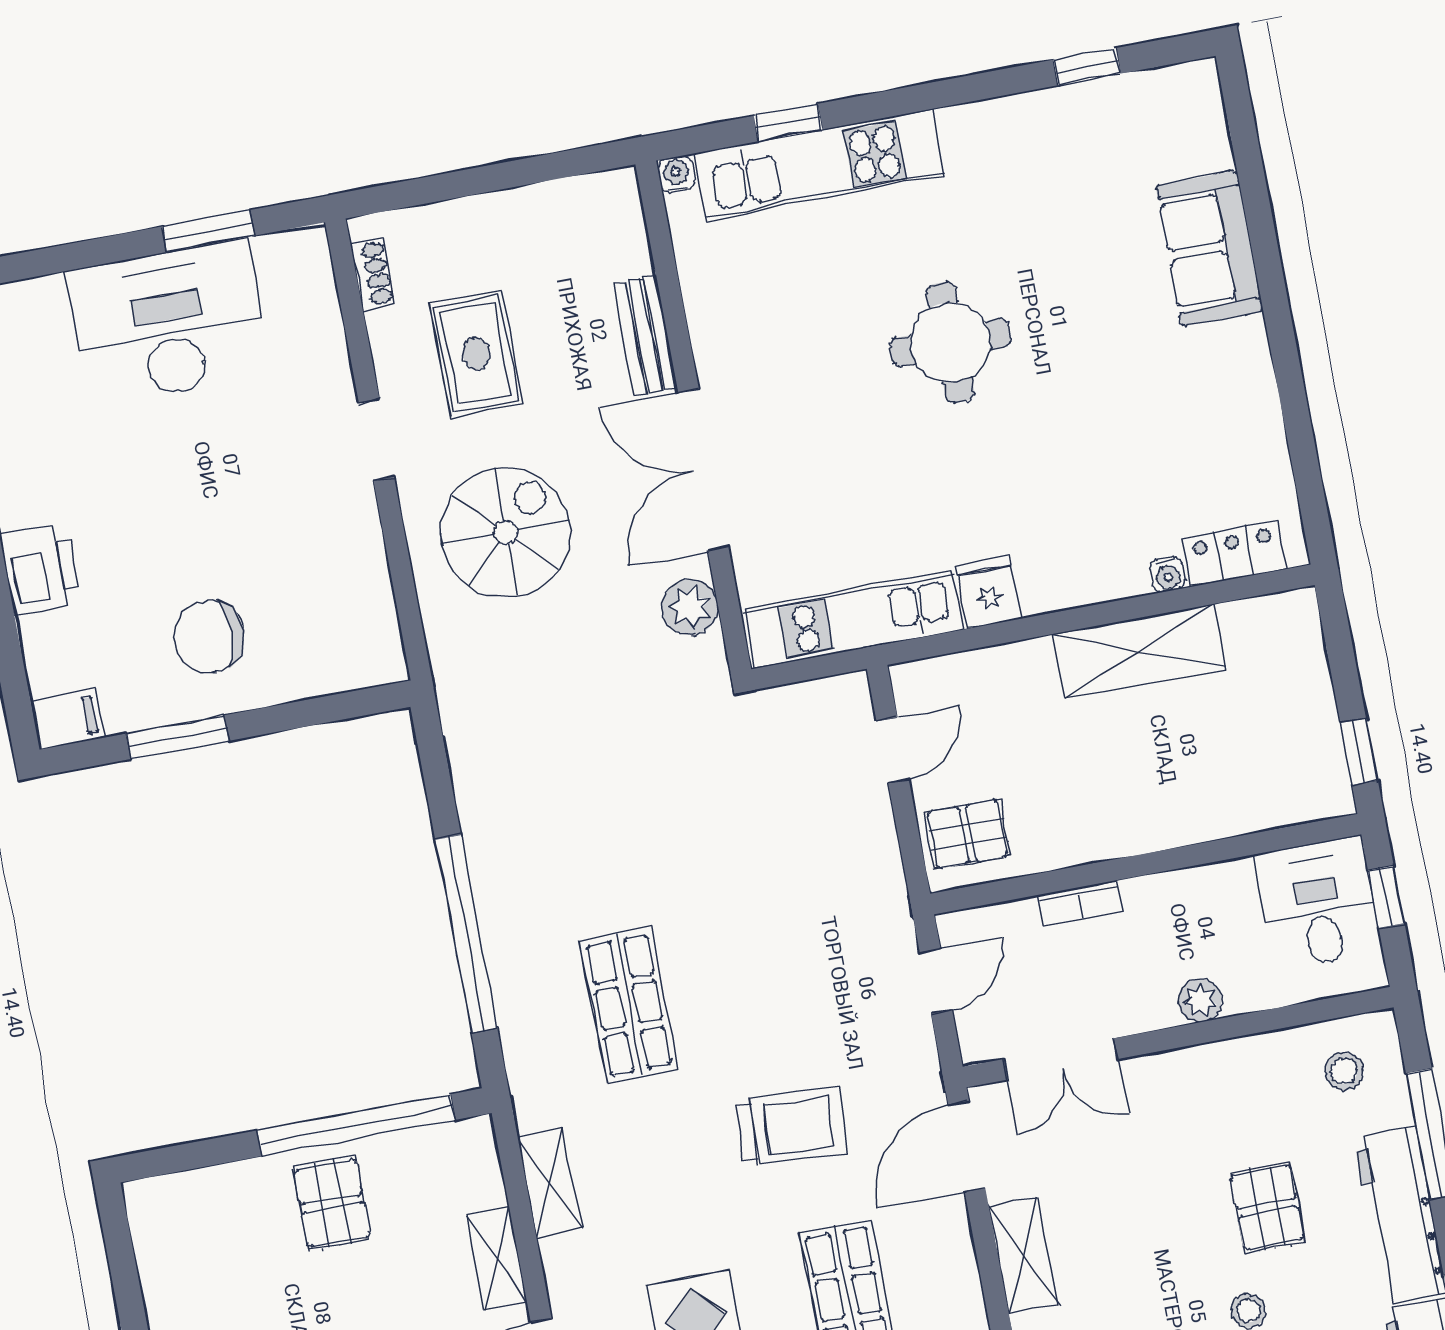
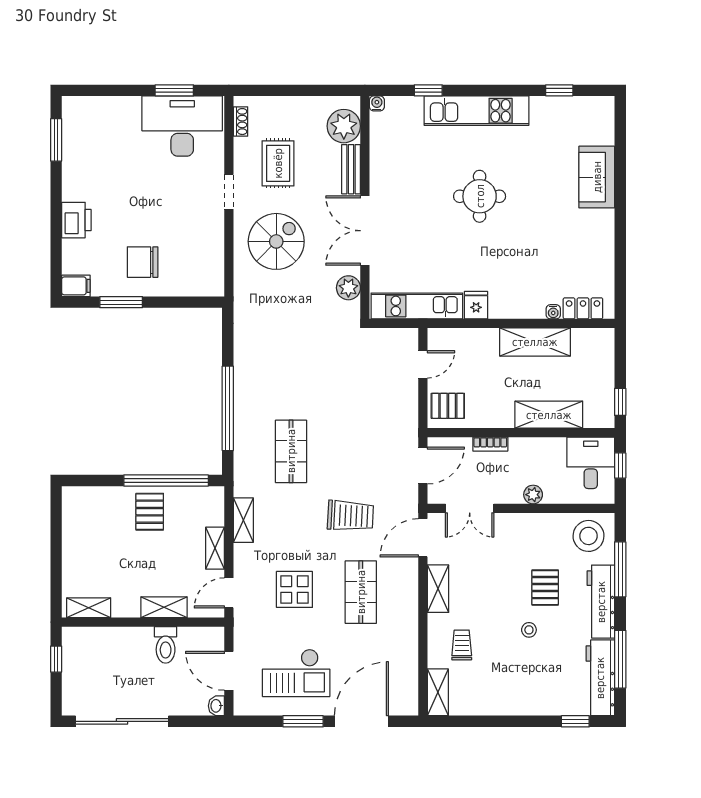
kitchen unit: (820, 165) -> (476, 111), moved
plant: (610, 240) -> (344, 126), added
desk: (169, 323) -> (182, 126), moved
shelving: (1202, 811) -> (549, 415), added
door: (936, 981) -> (423, 466), width x1.37
stool: (1344, 1071) -> (589, 536), width x1.89, depth x1.89

